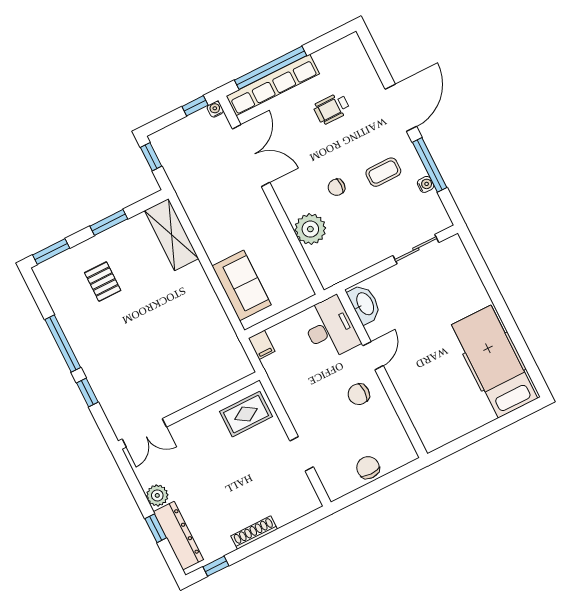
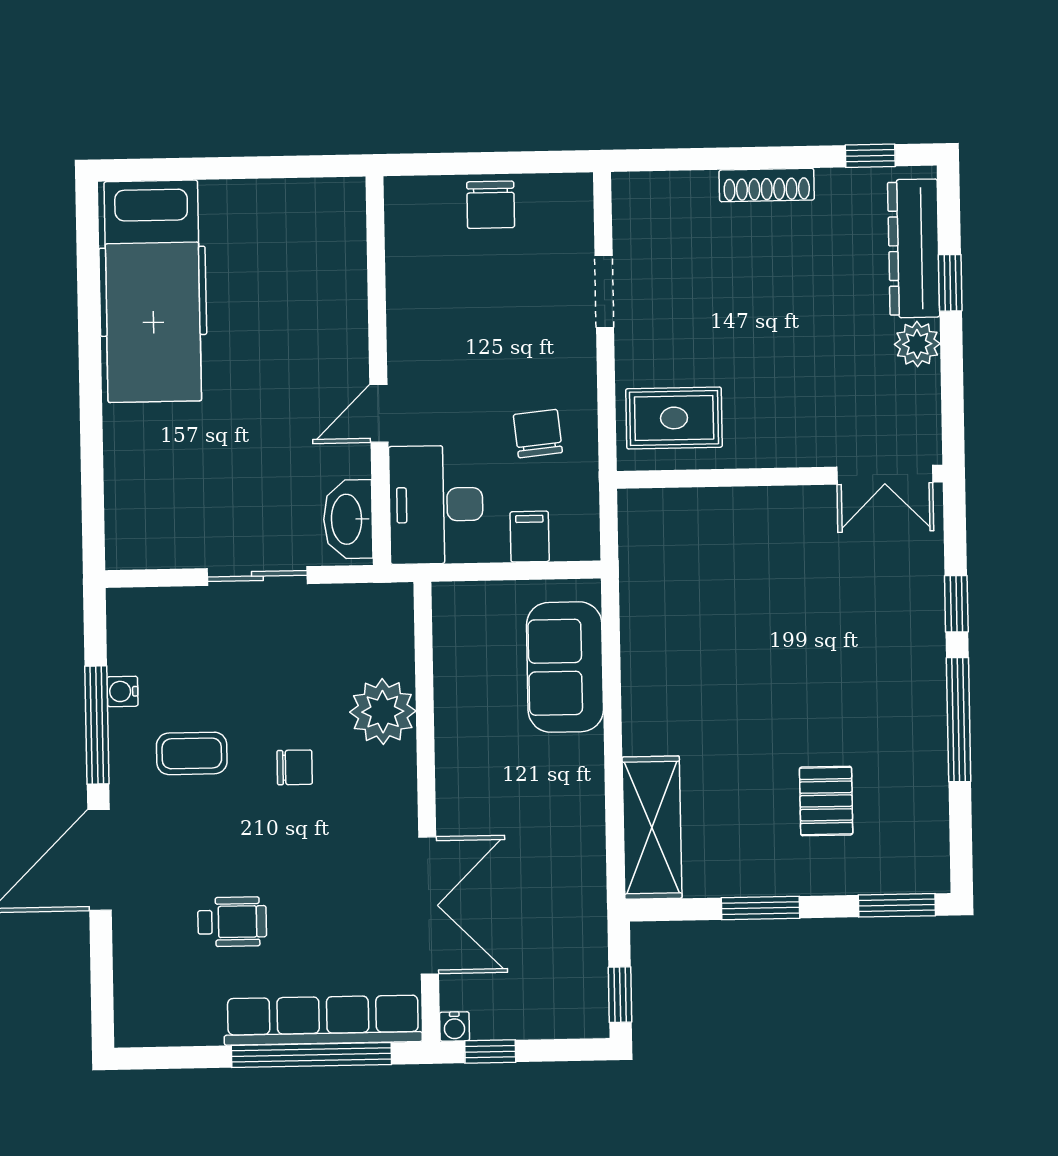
double door: (251, 156) -> (429, 905), swing flipped
sliding door: (416, 249) -> (257, 576), moved
filing cabinet: (262, 345) -> (530, 537), moved
chair: (359, 394) -> (538, 434), moved, turned -96
double door: (144, 433) -> (885, 475), swing flipped

